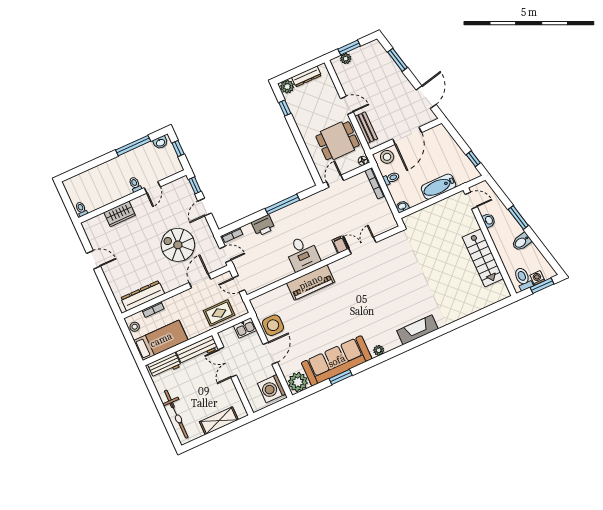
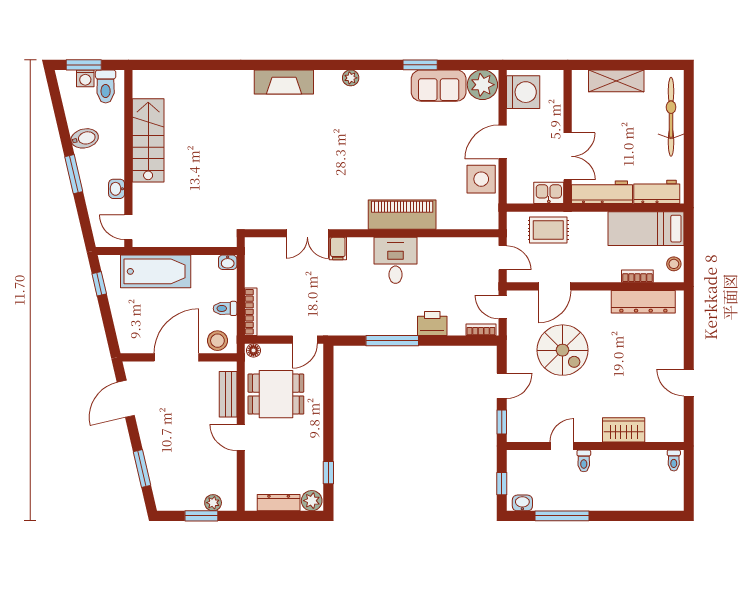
bathtub: (439, 187) -> (156, 271), width x1.36, depth x1.36
kitchen sink: (245, 328) -> (549, 193), moved
sofa: (337, 361) -> (439, 86), width x0.54, depth x0.79

